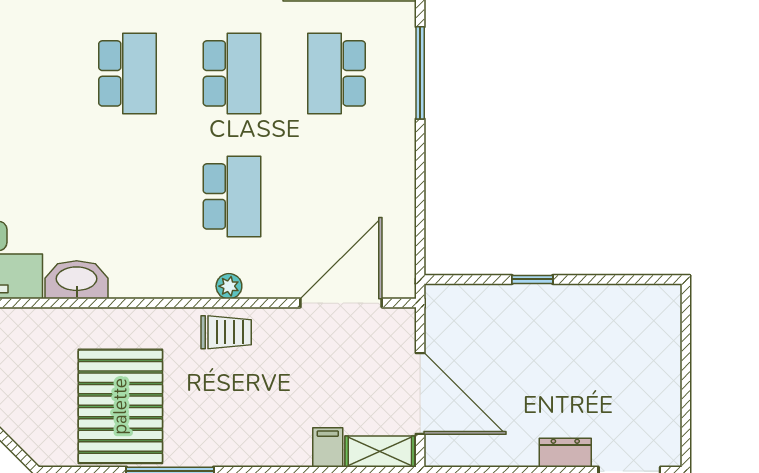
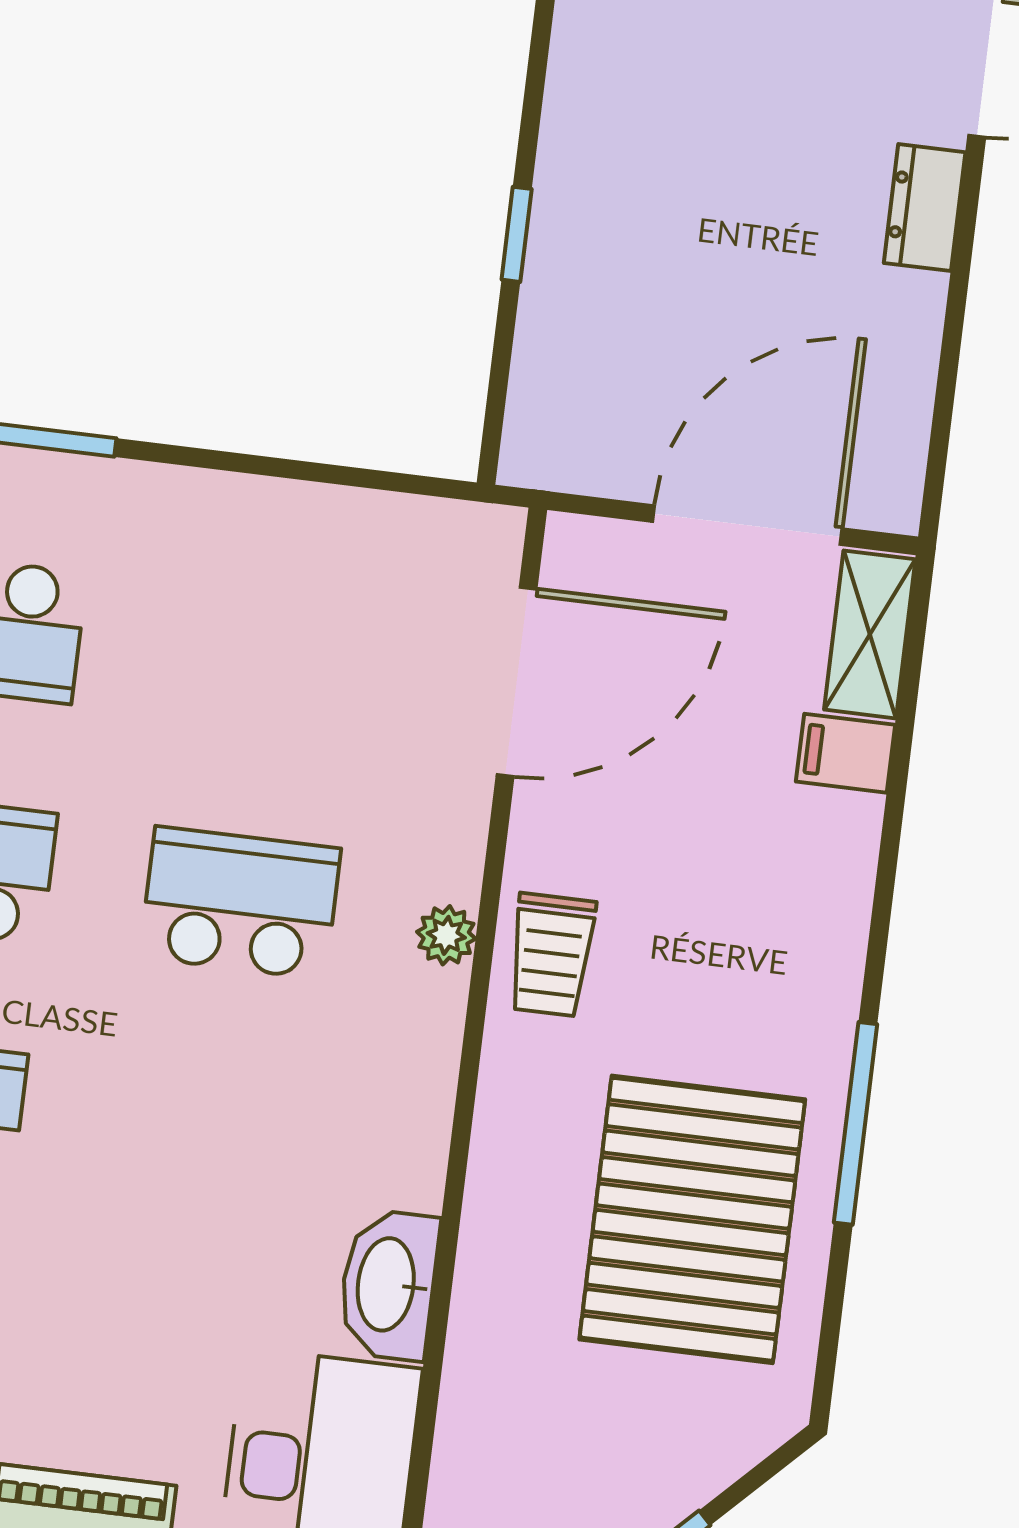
door: (341, 303) -> (517, 682), swing flipped
trolley: (226, 332) -> (551, 955), turned 180
pallet: (120, 406) -> (692, 1219), turned 90

